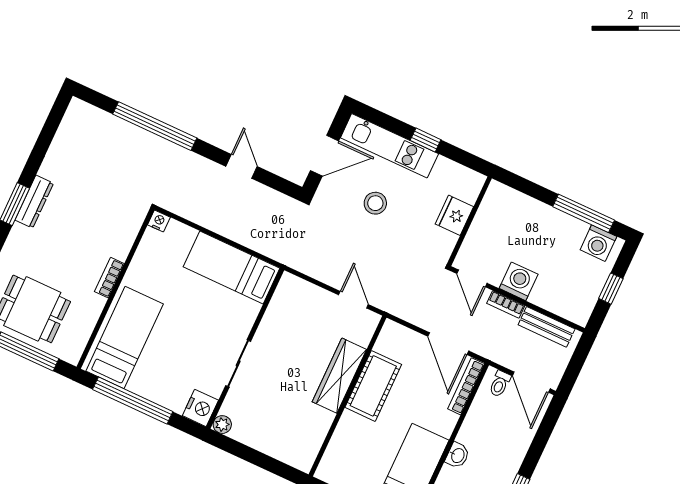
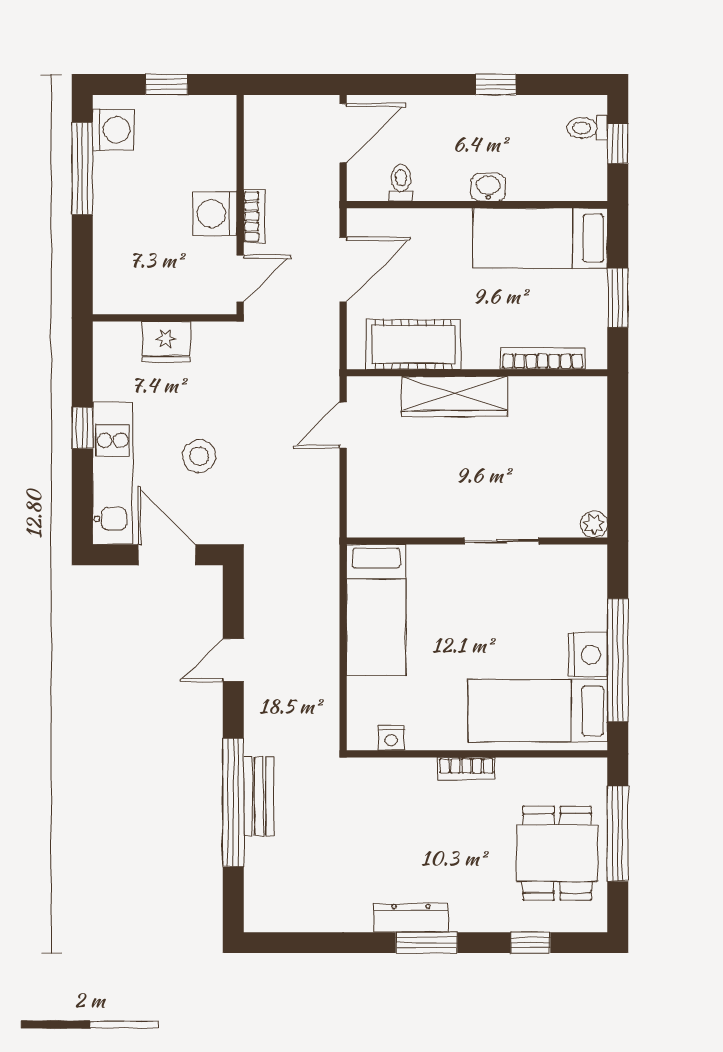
nightstand: (159, 221) -> (391, 738), moved, turned -90
bench: (547, 327) -> (259, 796), moved
toilet: (500, 384) -> (401, 183), moved, turned -90
cot: (373, 386) -> (413, 344), moved
bookcase: (466, 386) -> (543, 359), moved, turned 180
nightstand: (200, 408) -> (588, 655), moved, turned 90

